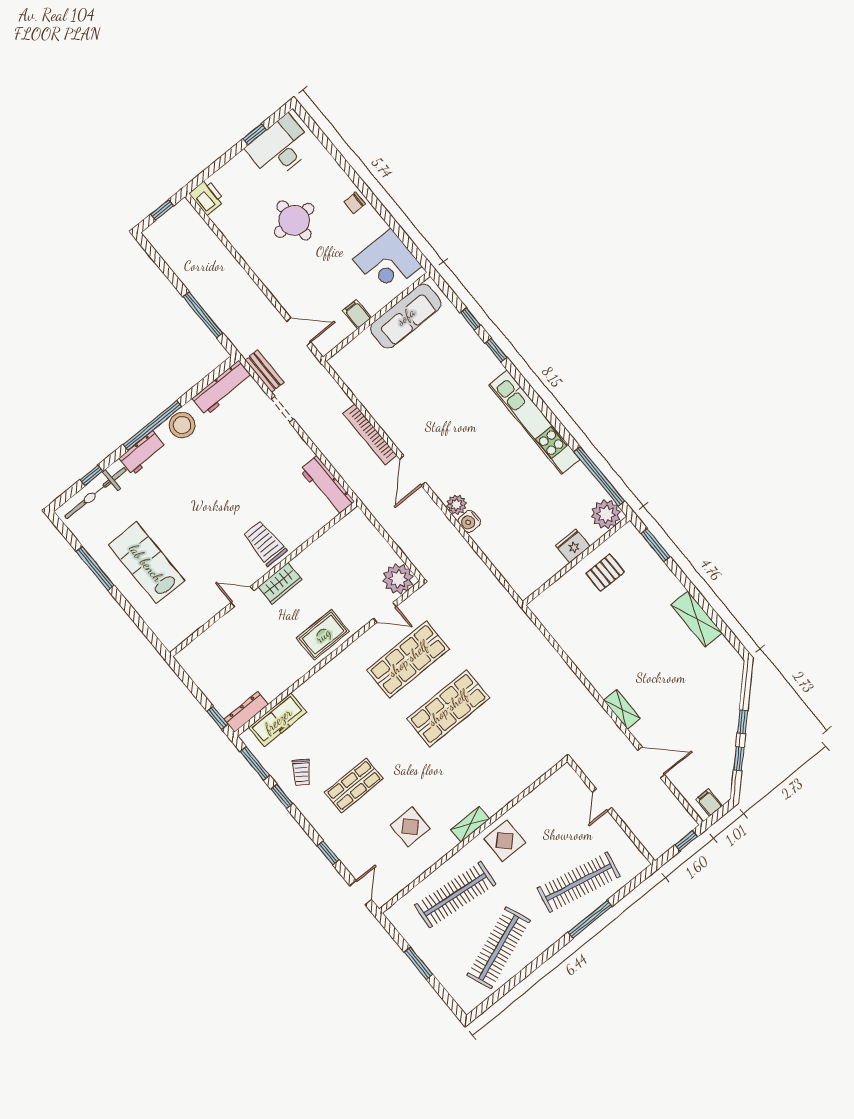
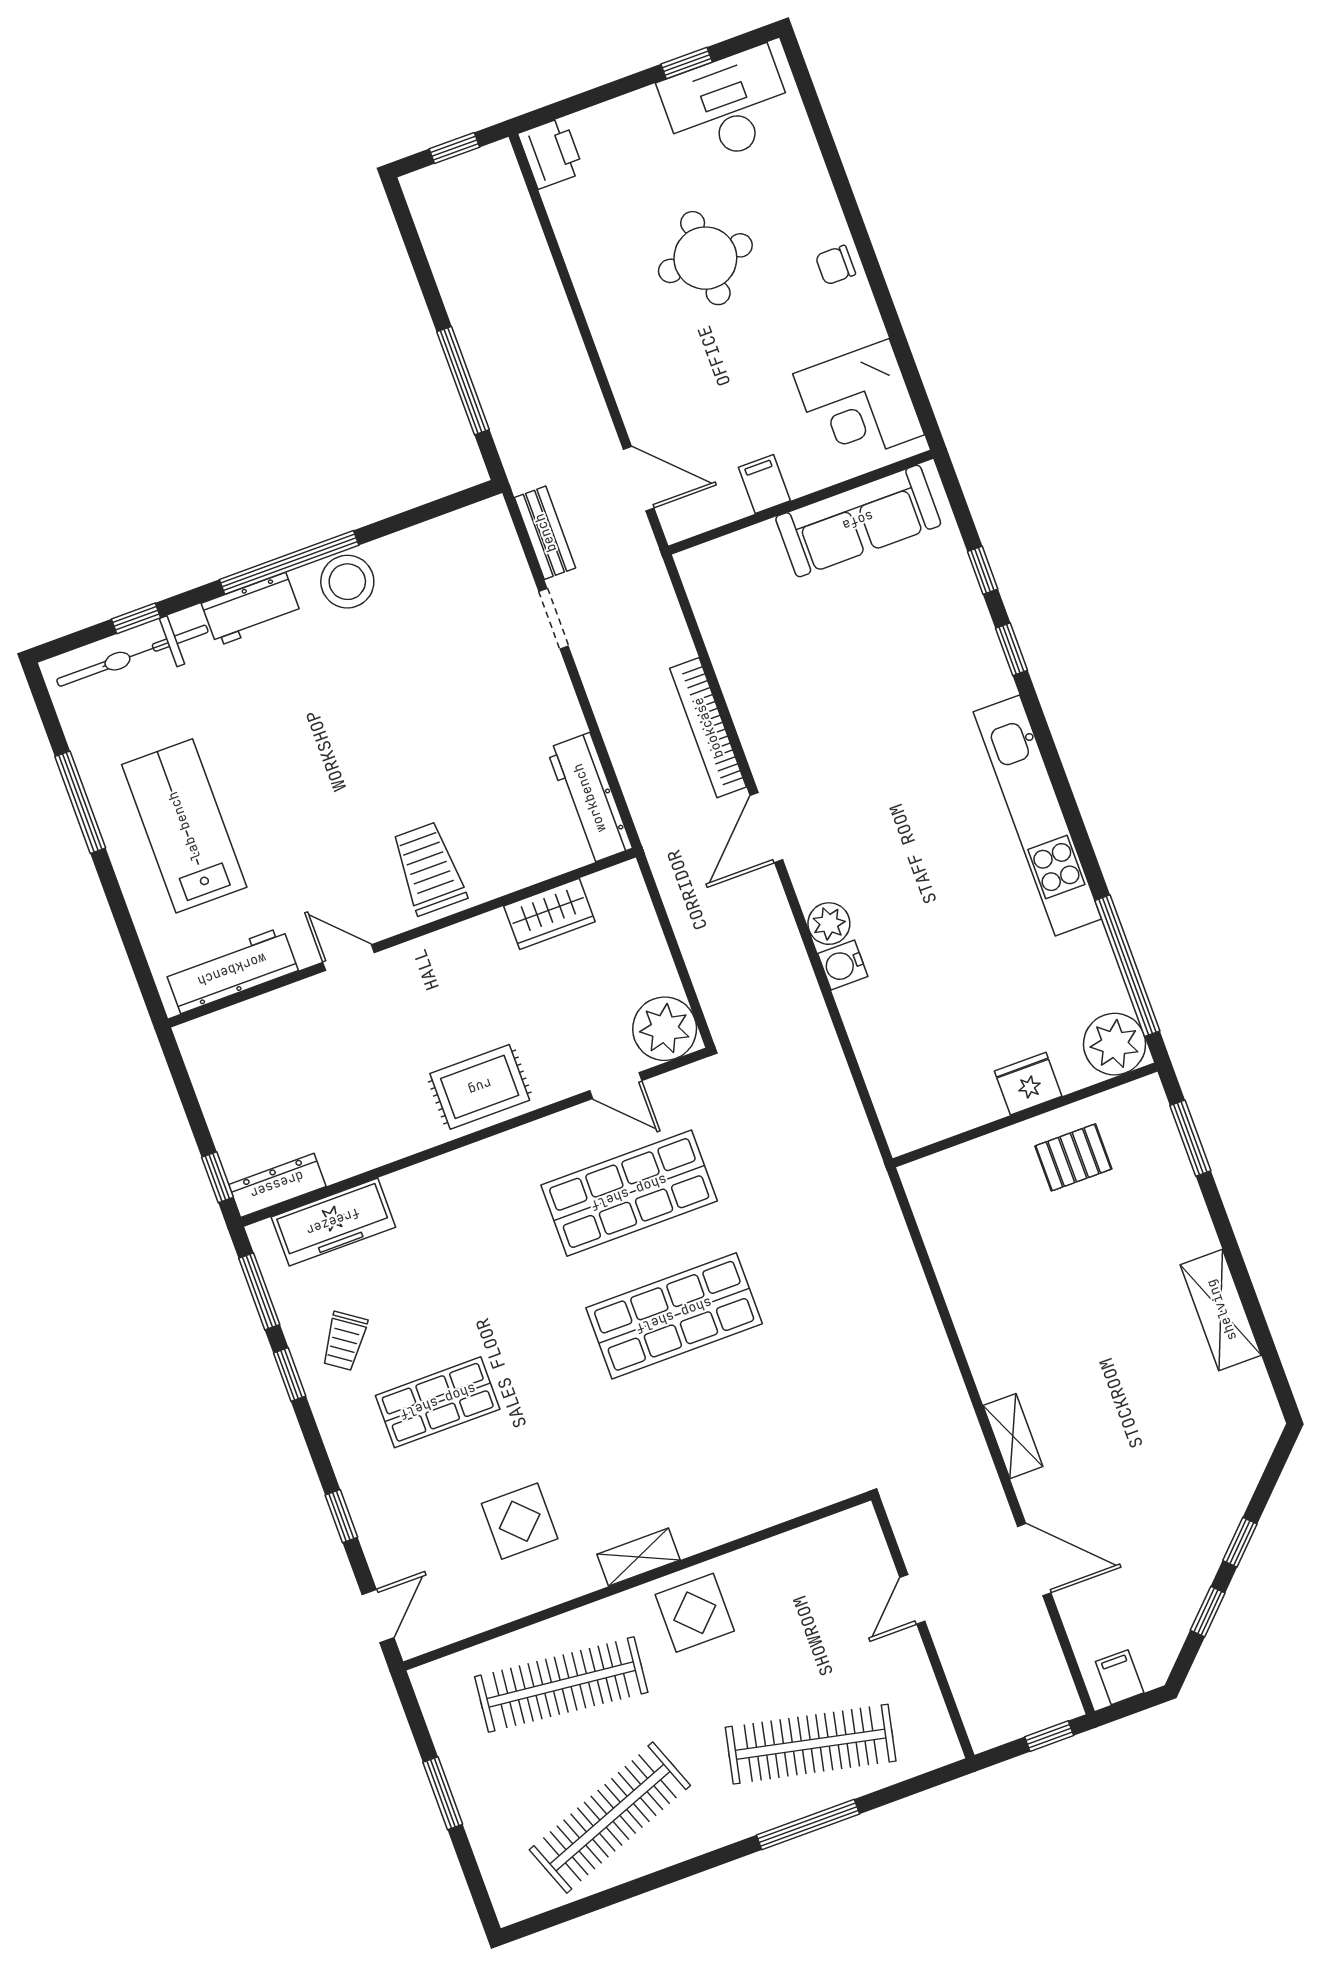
workbench: (223, 388) -> (232, 970), moved, turned 180
wardrobe: (280, 583) -> (549, 914), moved

